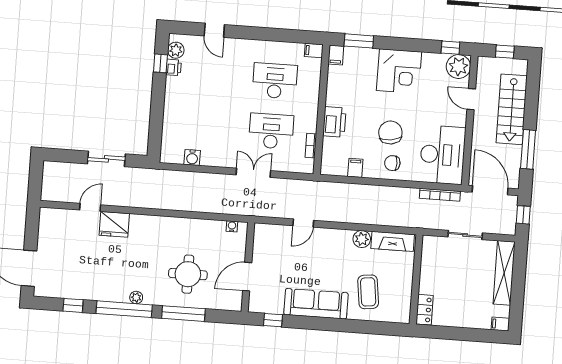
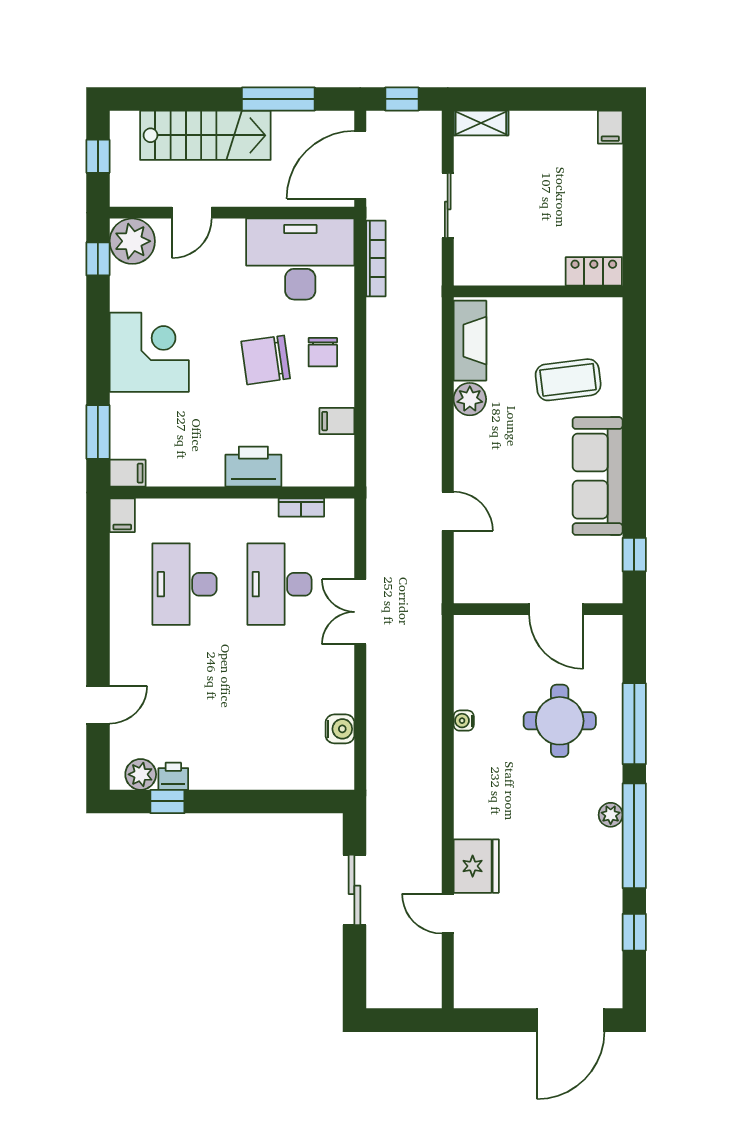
water cooler: (232, 226) -> (464, 721), moved
shelving: (504, 273) -> (481, 123), width x0.45, depth x0.75

